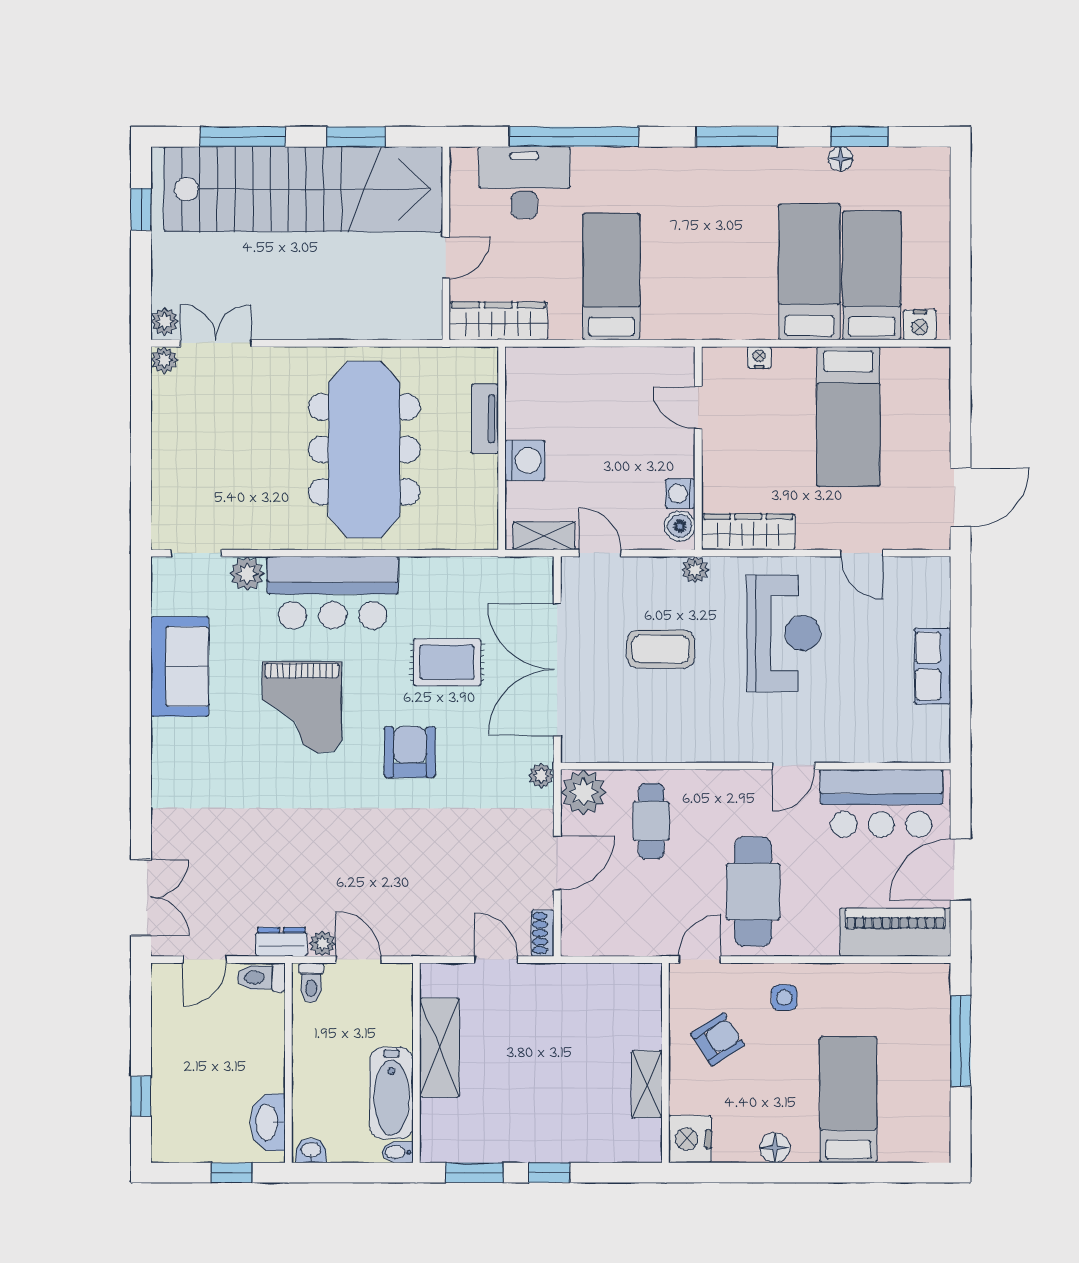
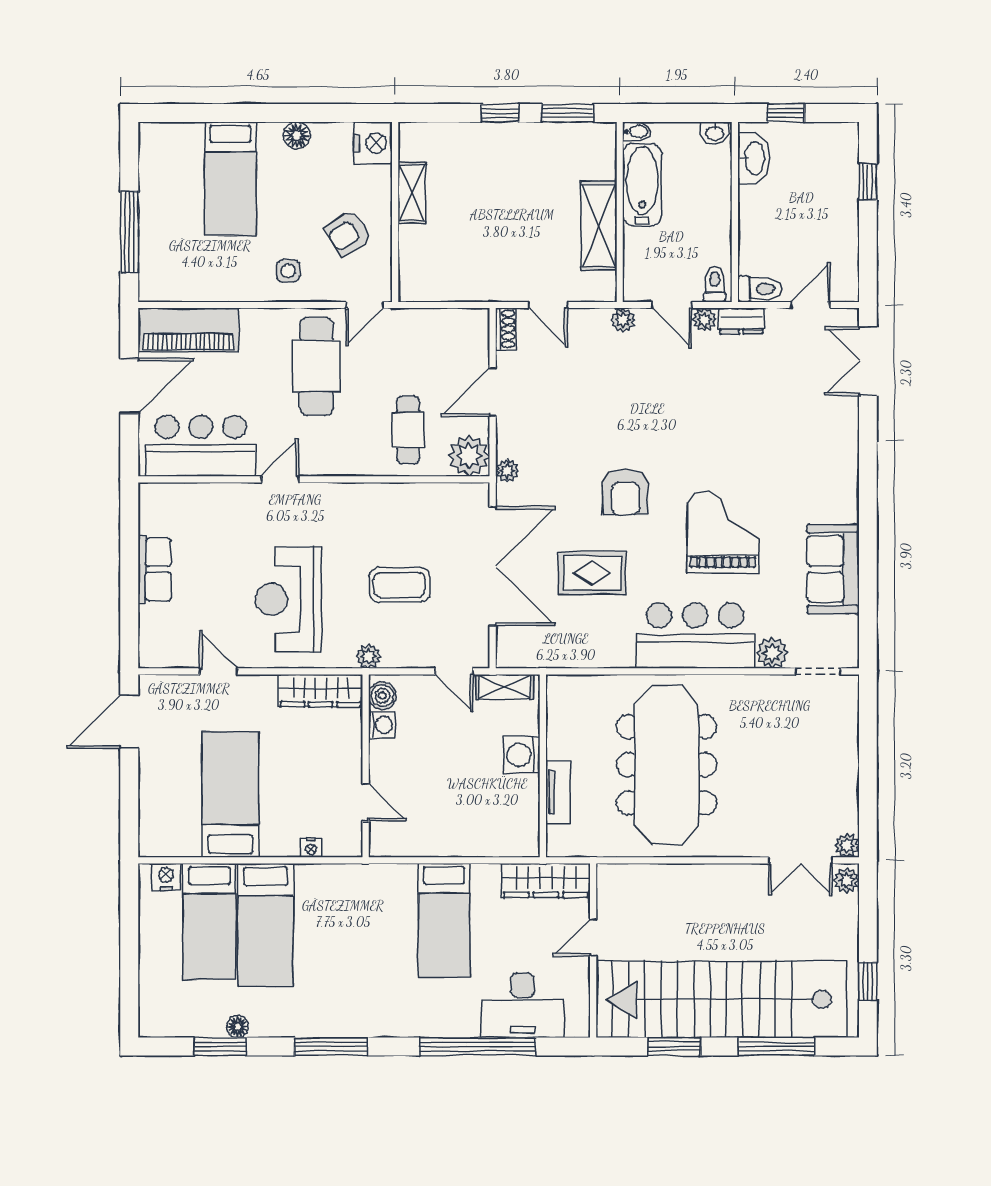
plant: (413, 943) -> (623, 320), added

